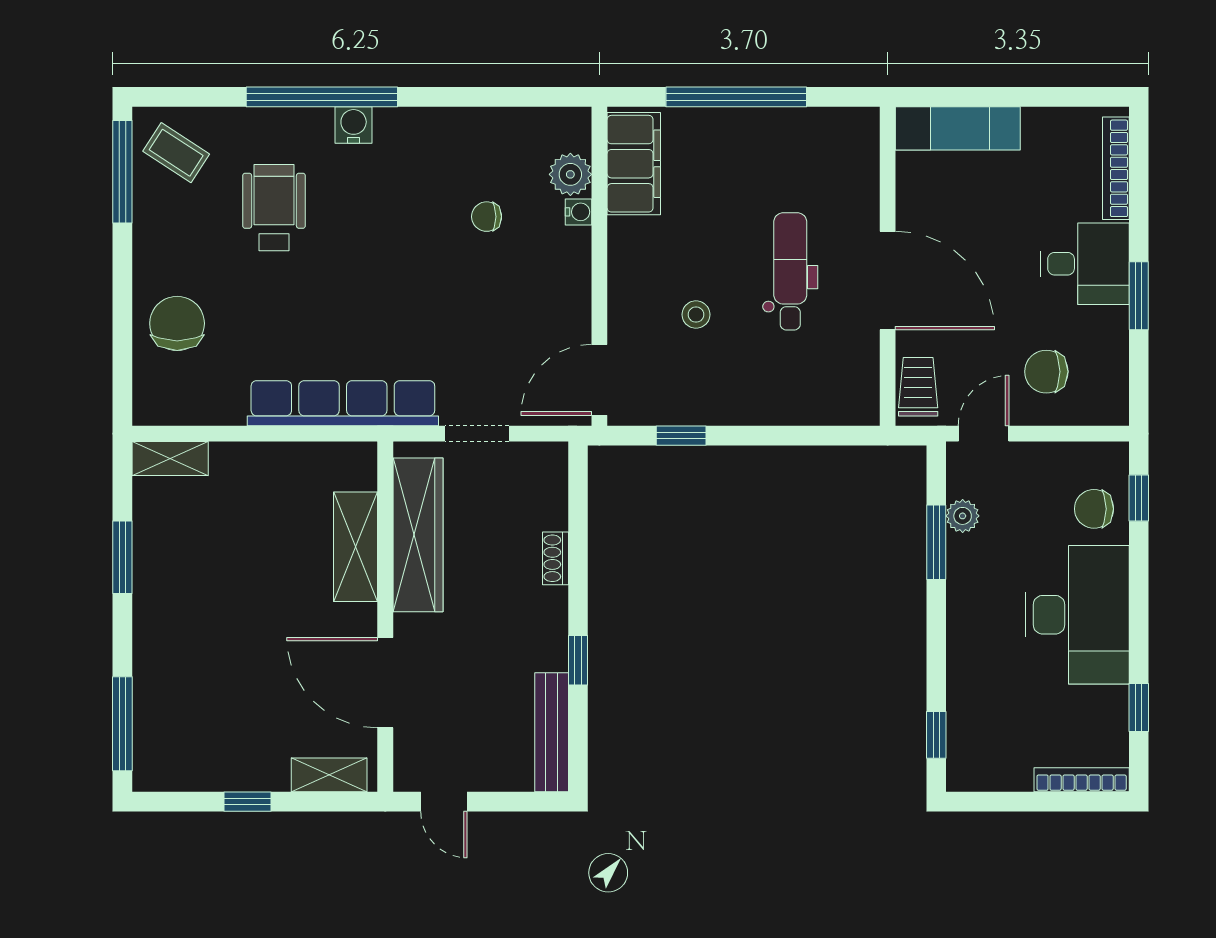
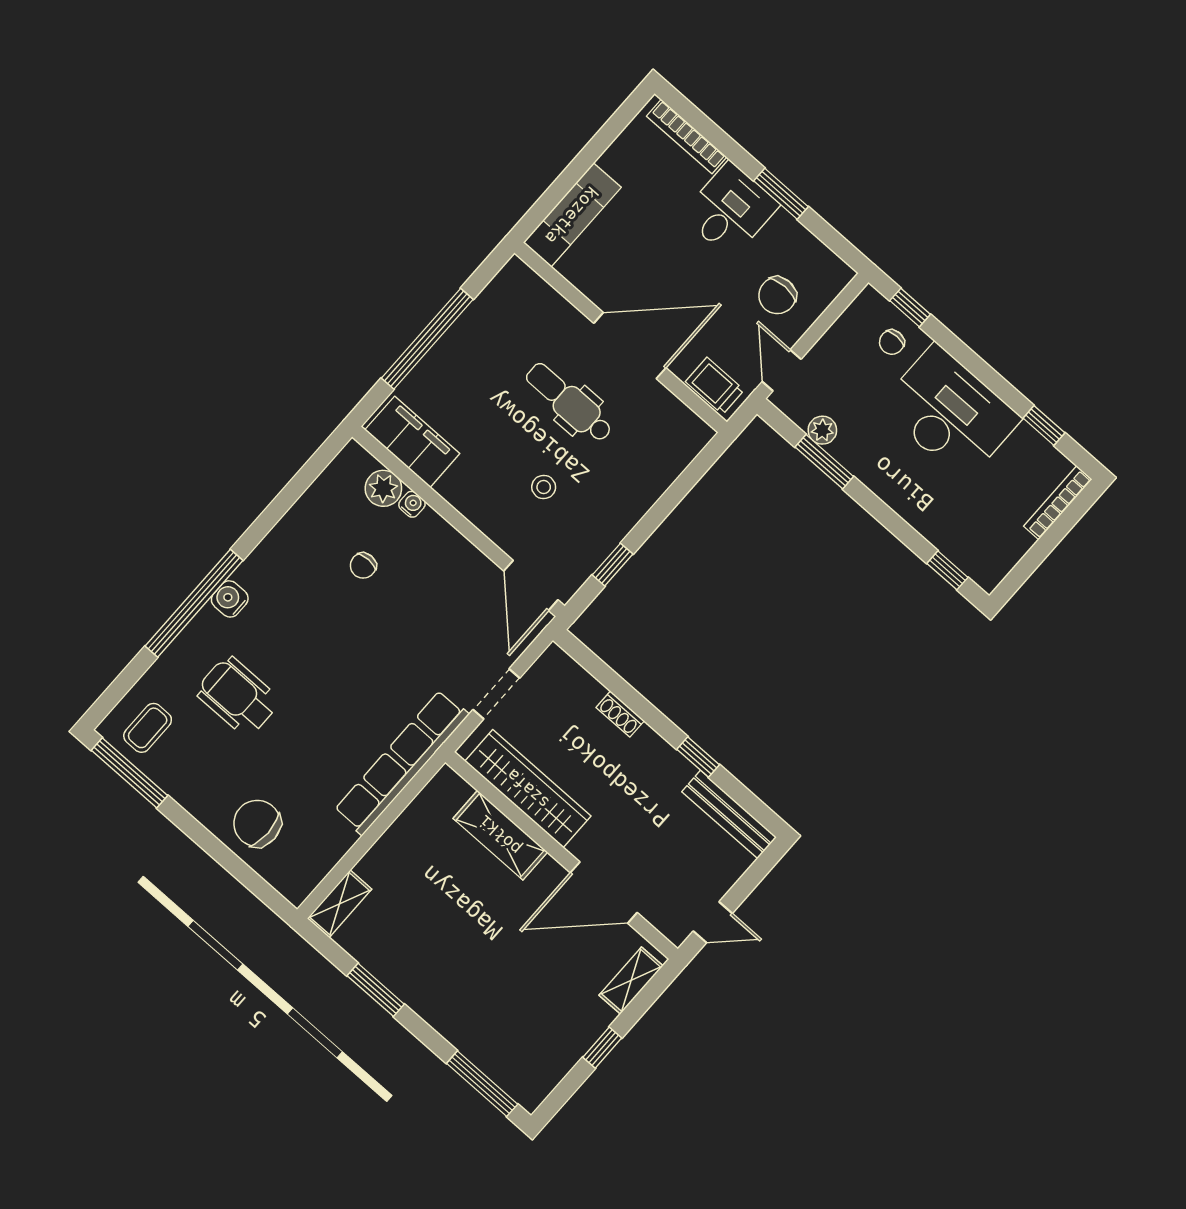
coffee table: (176, 153) -> (148, 728), turned -33
chair: (1094, 509) -> (892, 342), width x0.73, depth x0.73

